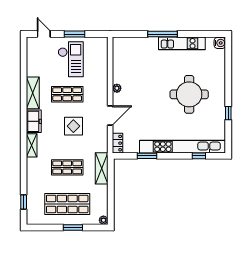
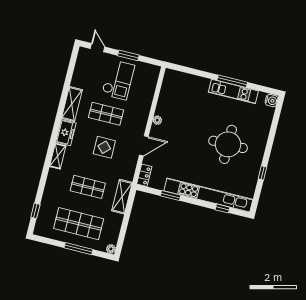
window: (162, 34) -> (232, 81), moved
window: (73, 228) -> (78, 249), width x1.44

